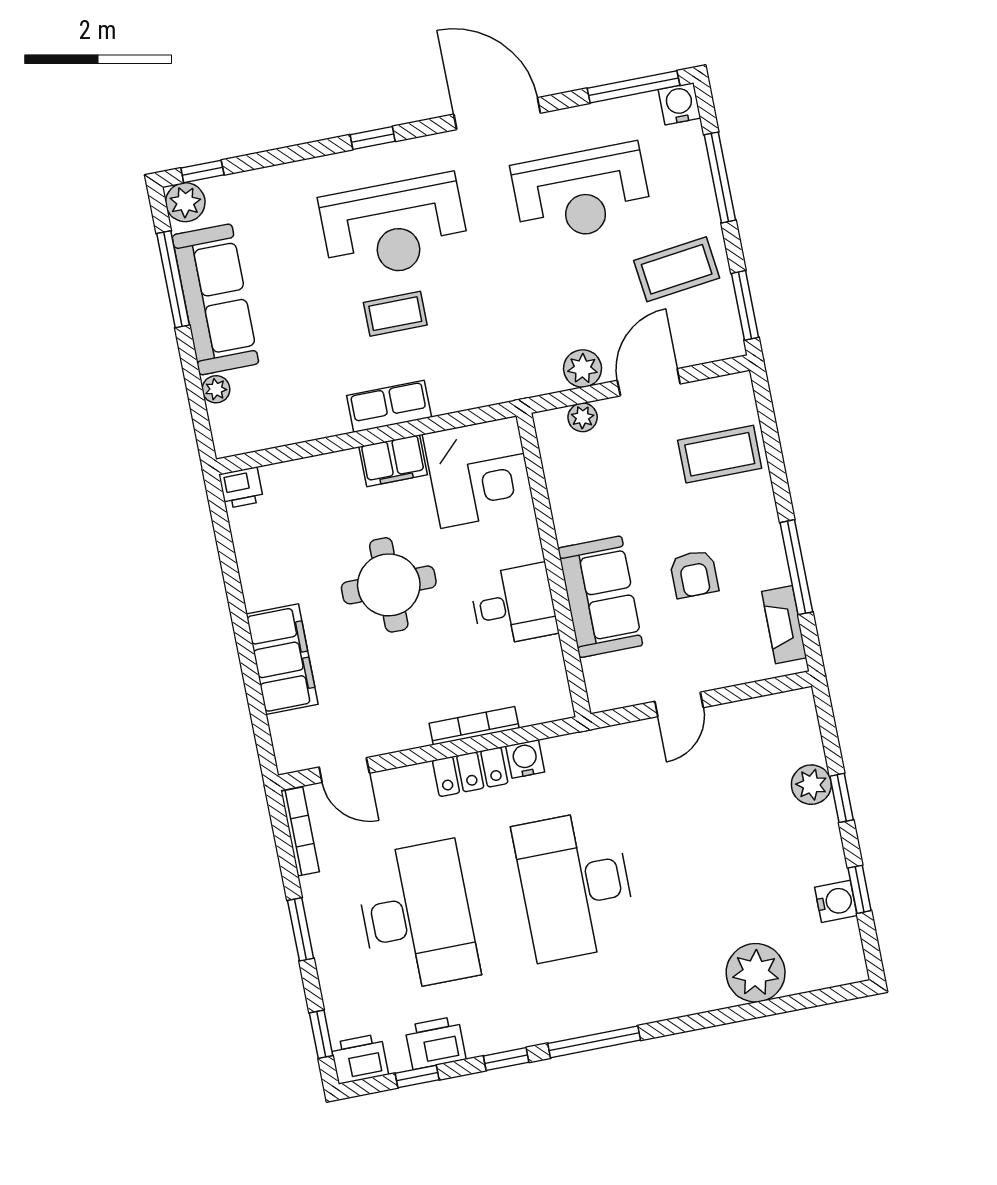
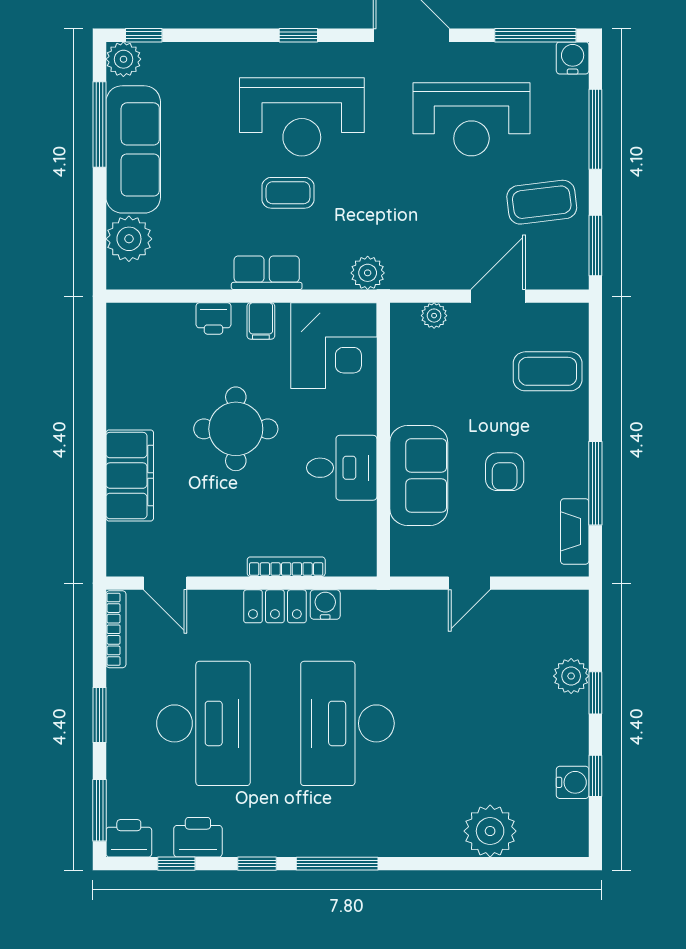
plant: (583, 369) -> (368, 273), moved
plant: (216, 389) -> (129, 239), width x1.87, depth x1.87
filing cabinet: (393, 461) -> (261, 321), width x0.50
printer: (241, 488) -> (213, 318), moved
window: (321, 1034) -> (100, 810), width x1.50

